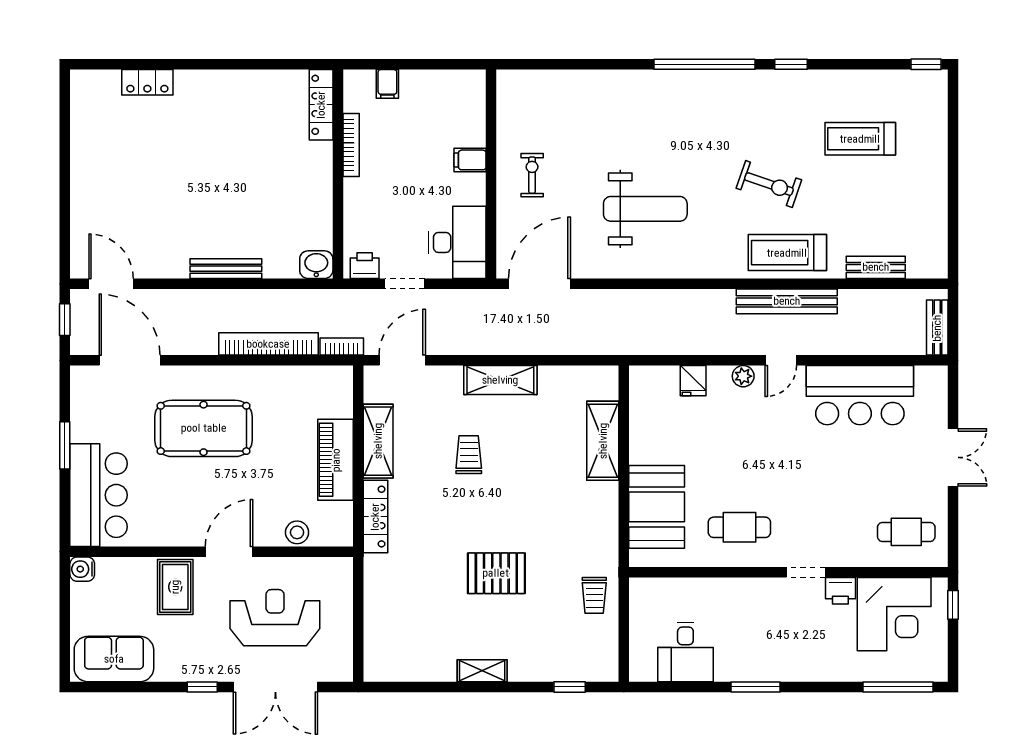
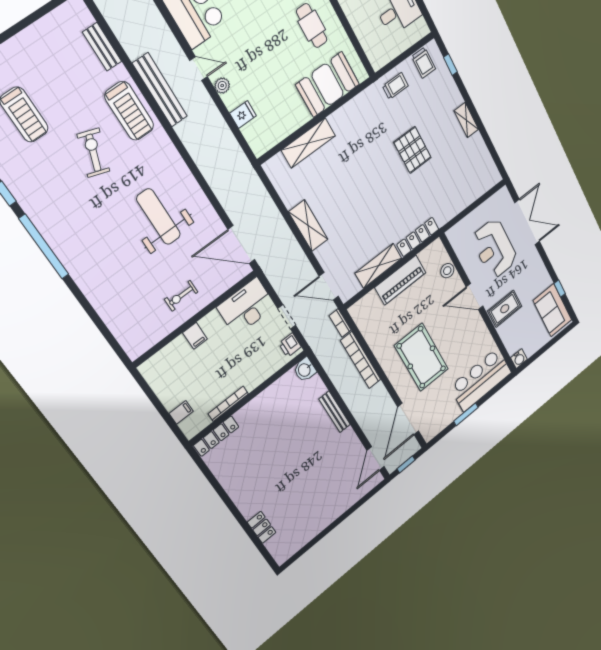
trolley: (469, 455) -> (424, 63), moved, turned -90
window: (202, 687) -> (560, 289), moved

